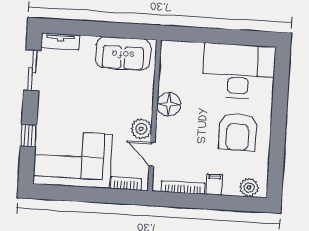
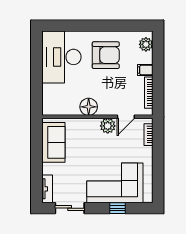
corner sofa: (73, 159) -> (115, 183), moved, turned 90

